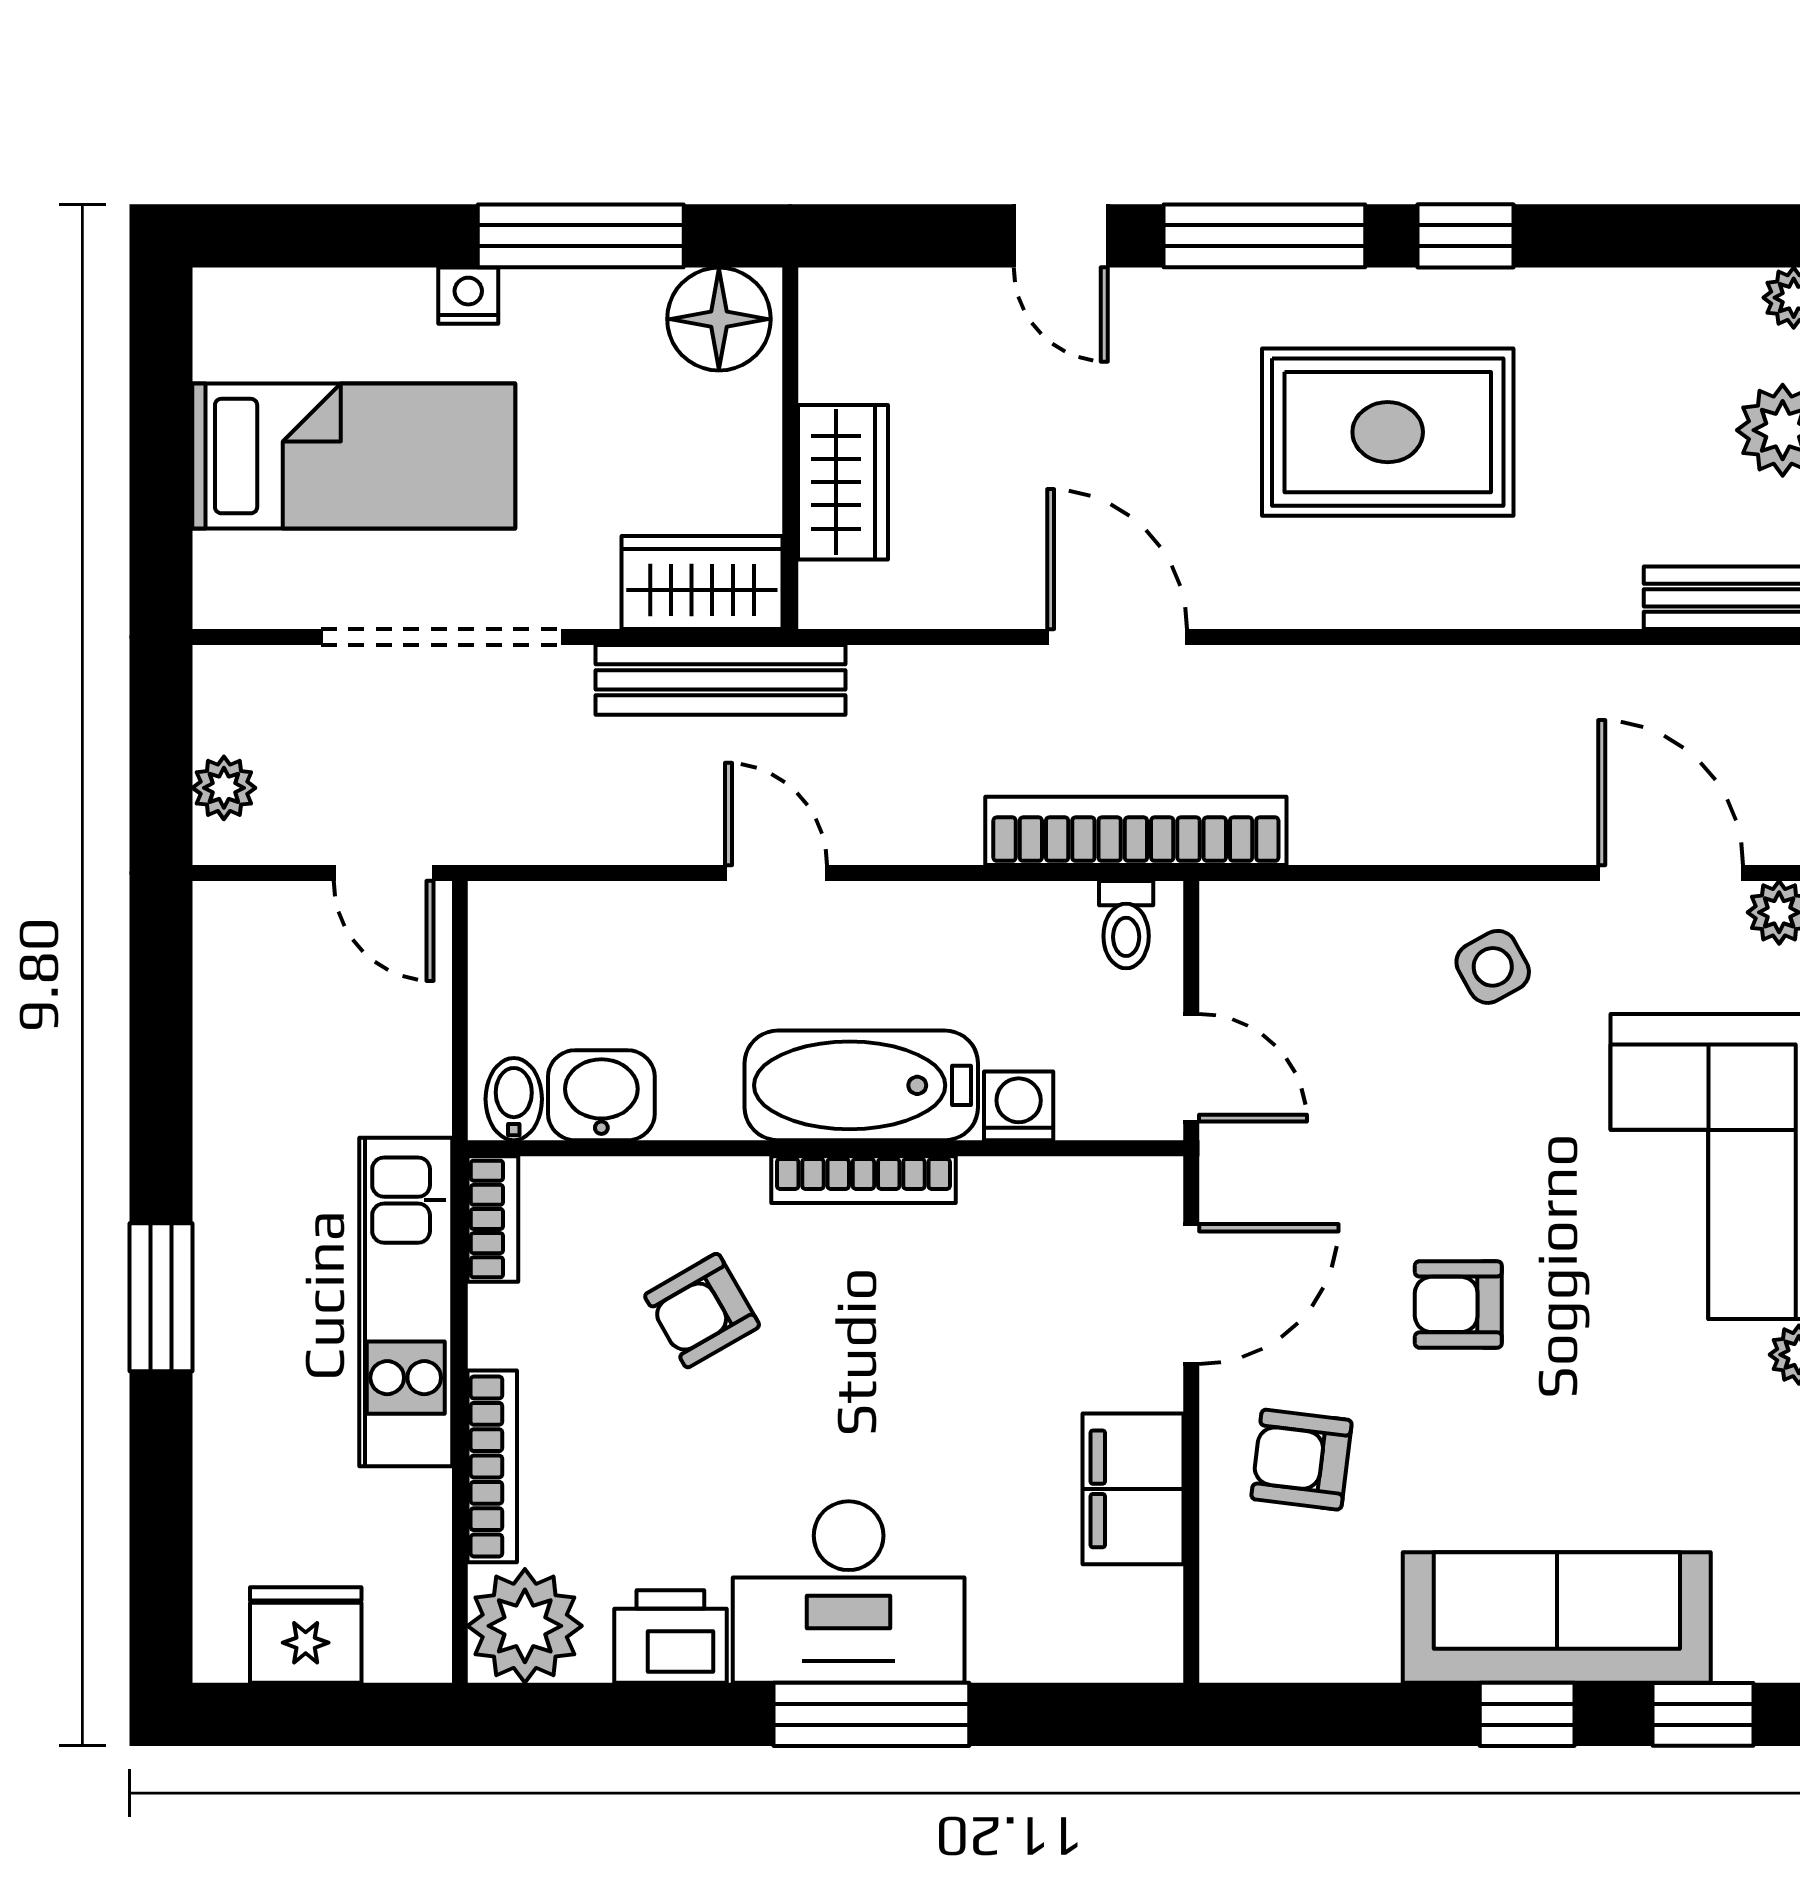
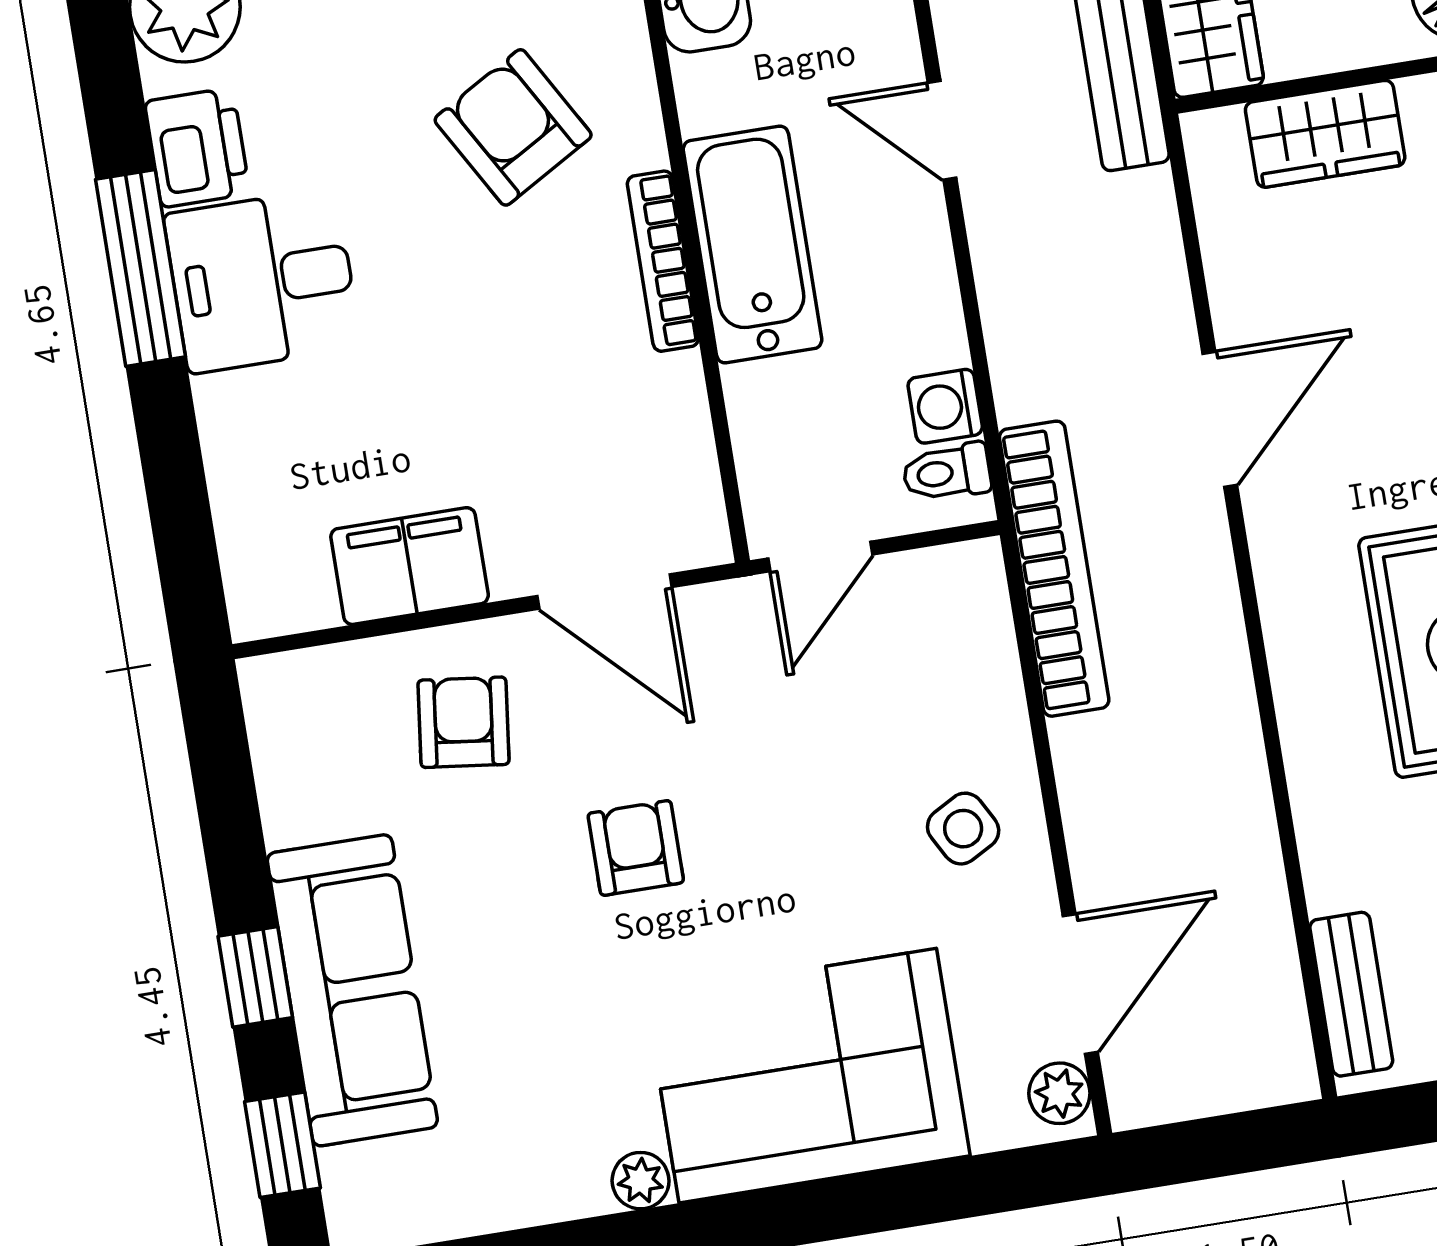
bookcase: (1136, 831) -> (1054, 569), moved
door: (776, 873) -> (942, 130), swing flipped
washing machine: (1019, 1106) -> (945, 406), moved, turned 180
armchair: (702, 1311) -> (513, 127), width x1.38, depth x1.38
desk: (849, 1592) -> (262, 281), width x0.73
window: (871, 1714) -> (140, 268), moved

